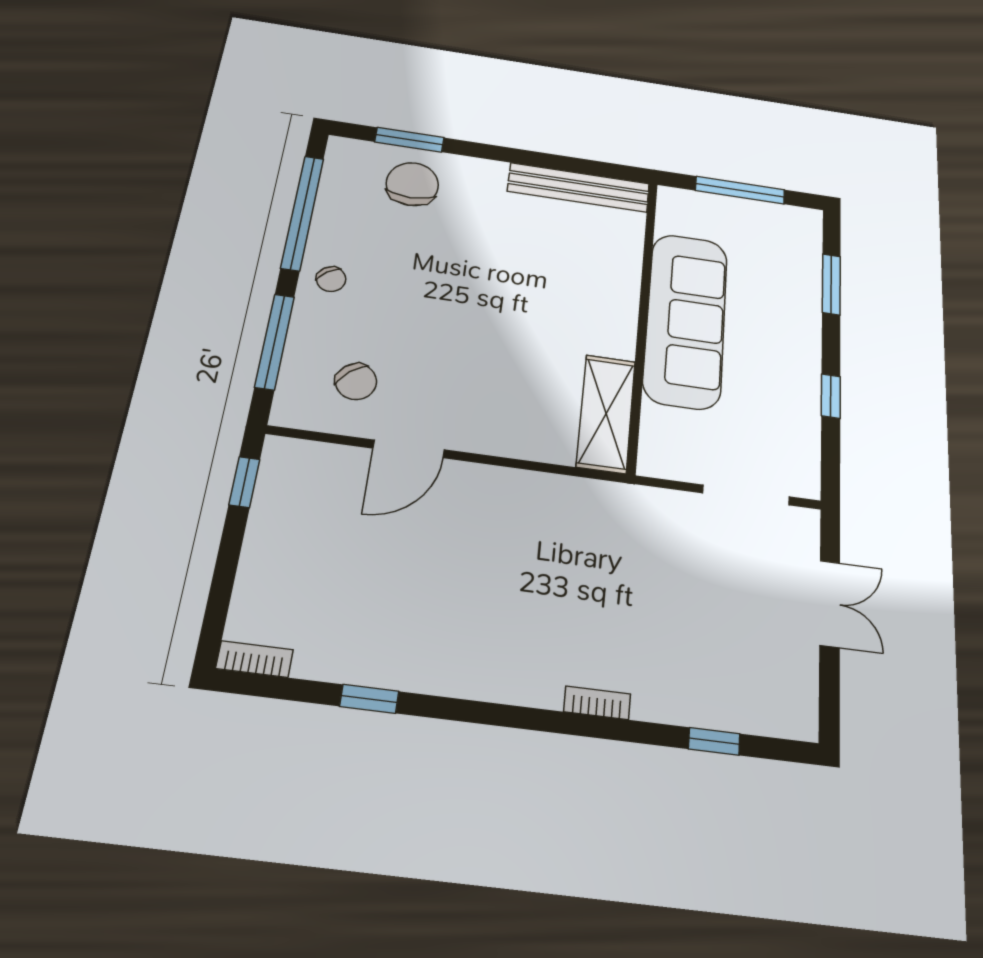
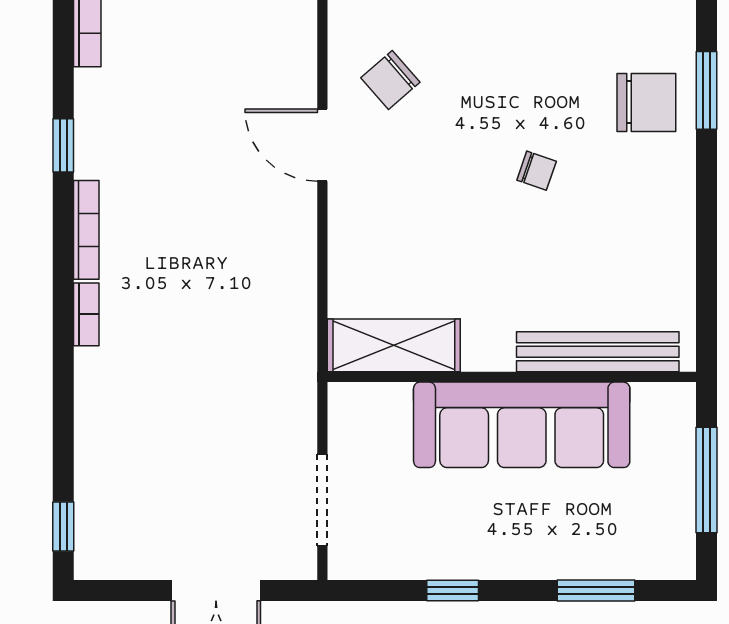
bench: (579, 187) -> (598, 352), moved, turned 90
chair: (331, 279) -> (537, 171), moved, turned -124
bookcase: (461, 686) -> (86, 230), added
bookcase: (597, 703) -> (86, 314), moved
window: (714, 741) -> (63, 526), moved

